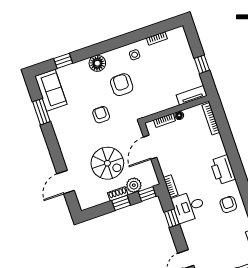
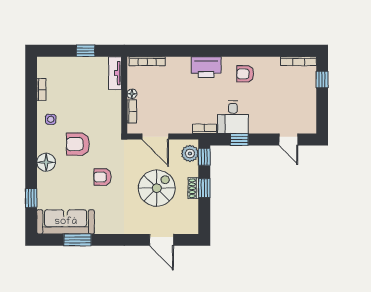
sofa: (51, 90) -> (66, 222), width x1.36
plant: (134, 185) -> (190, 153), moved

